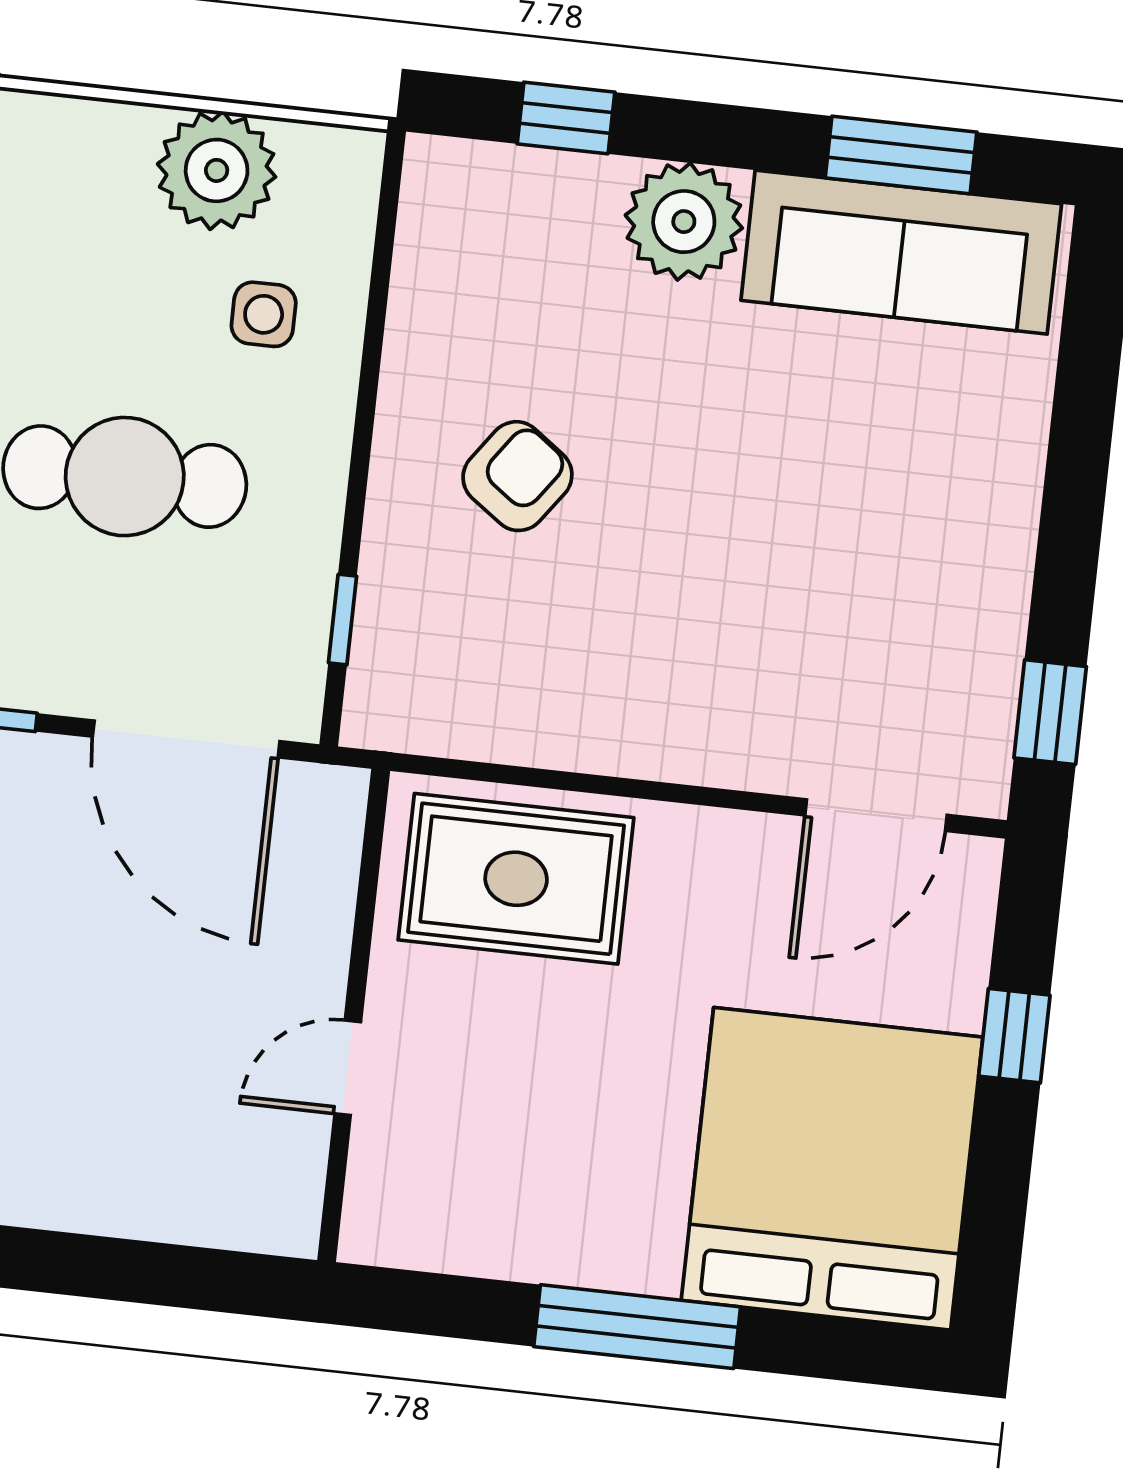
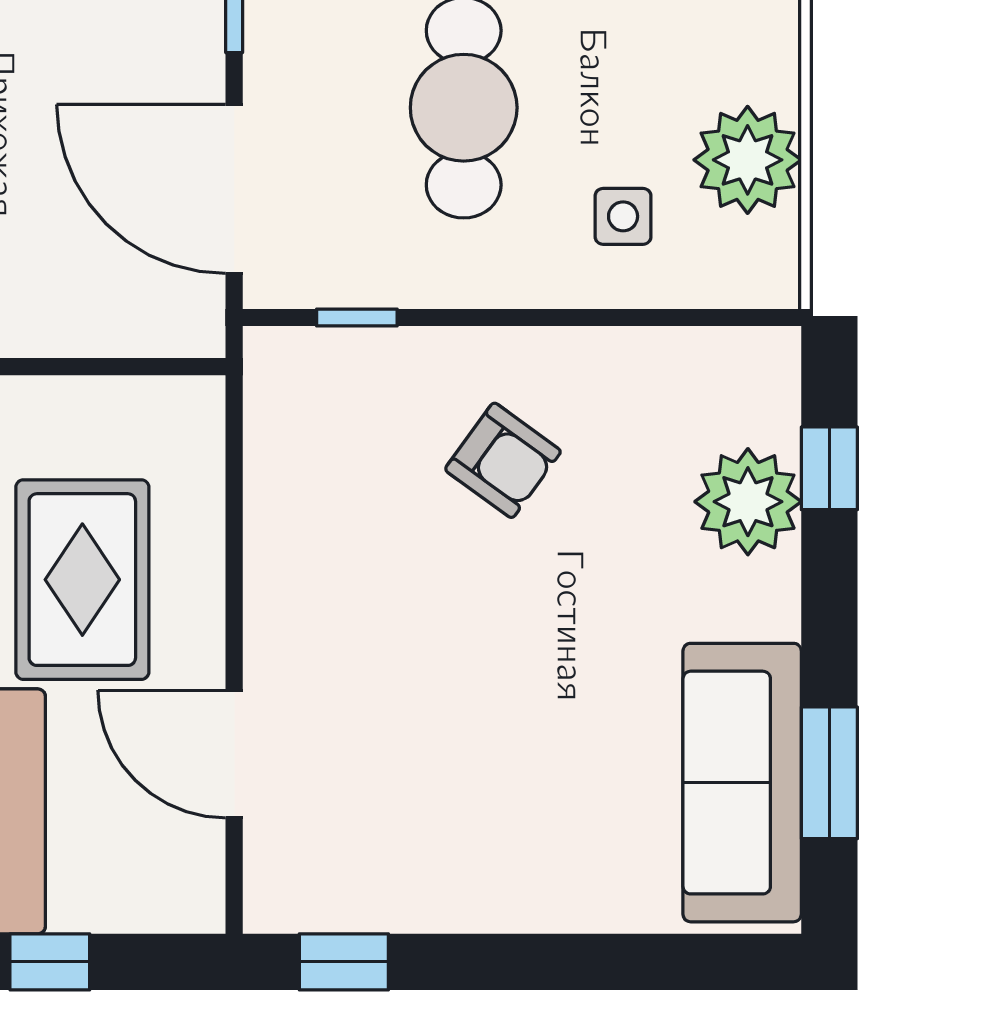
plant: (684, 222) -> (748, 502), moved
door: (186, 739) -> (234, 189), hinge flipped
door: (876, 815) -> (234, 754), moved
rug: (516, 879) -> (82, 580), moved

